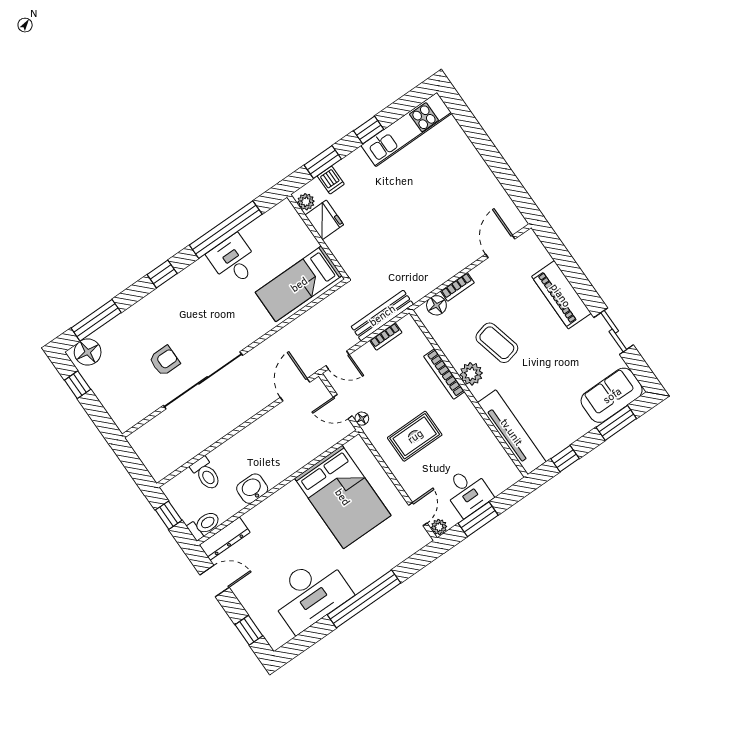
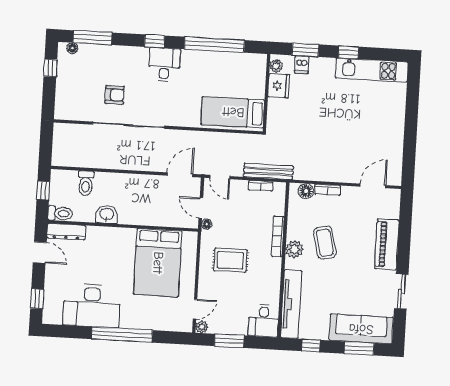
desk: (233, 260) -> (164, 65), moved
floor lamp: (88, 352) -> (72, 48), width x0.53, depth x0.53
sofa: (612, 395) -> (361, 329), width x1.36
desk: (468, 492) -> (264, 321), moved

